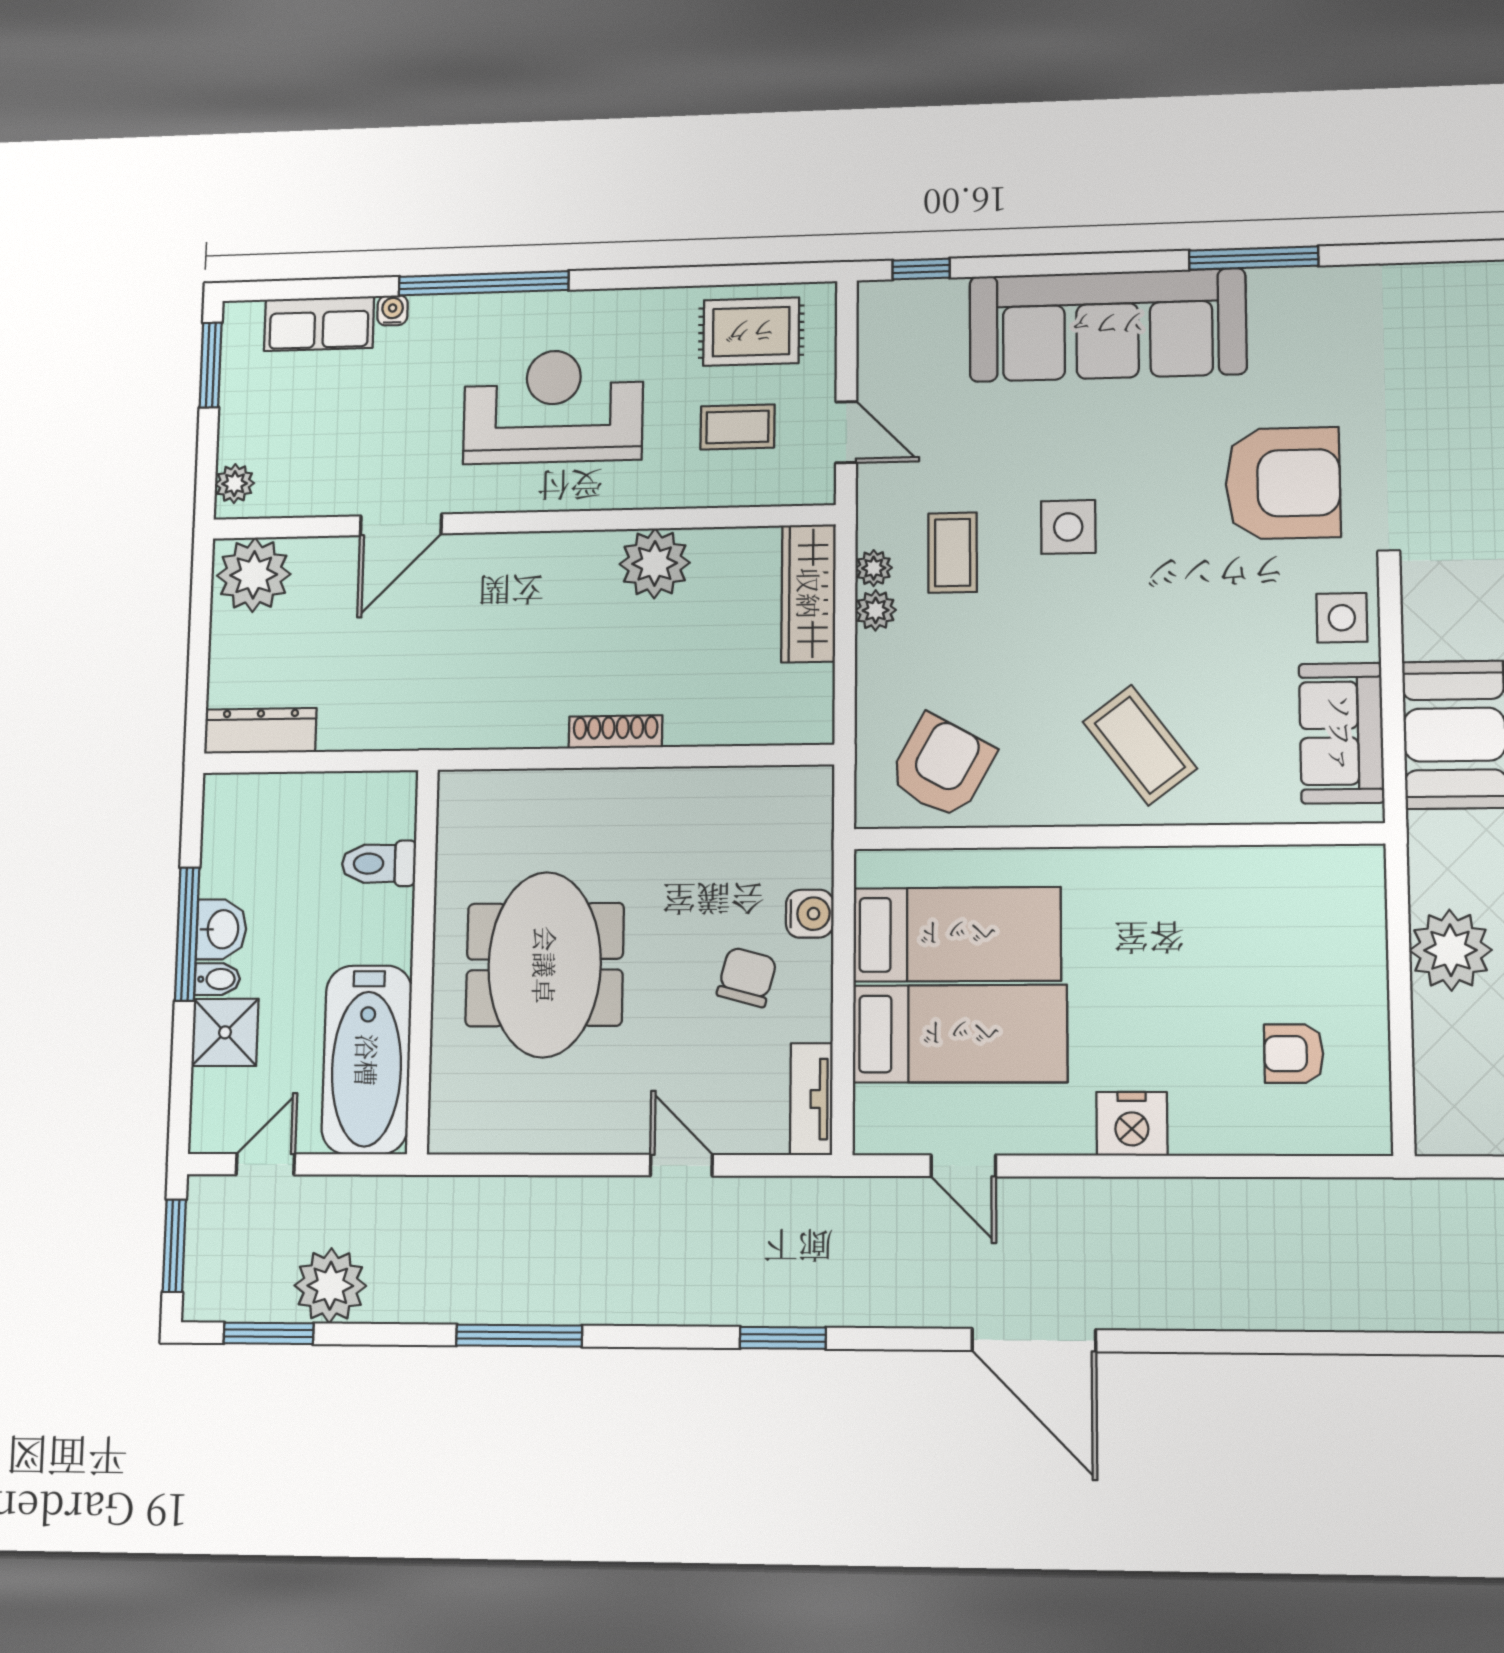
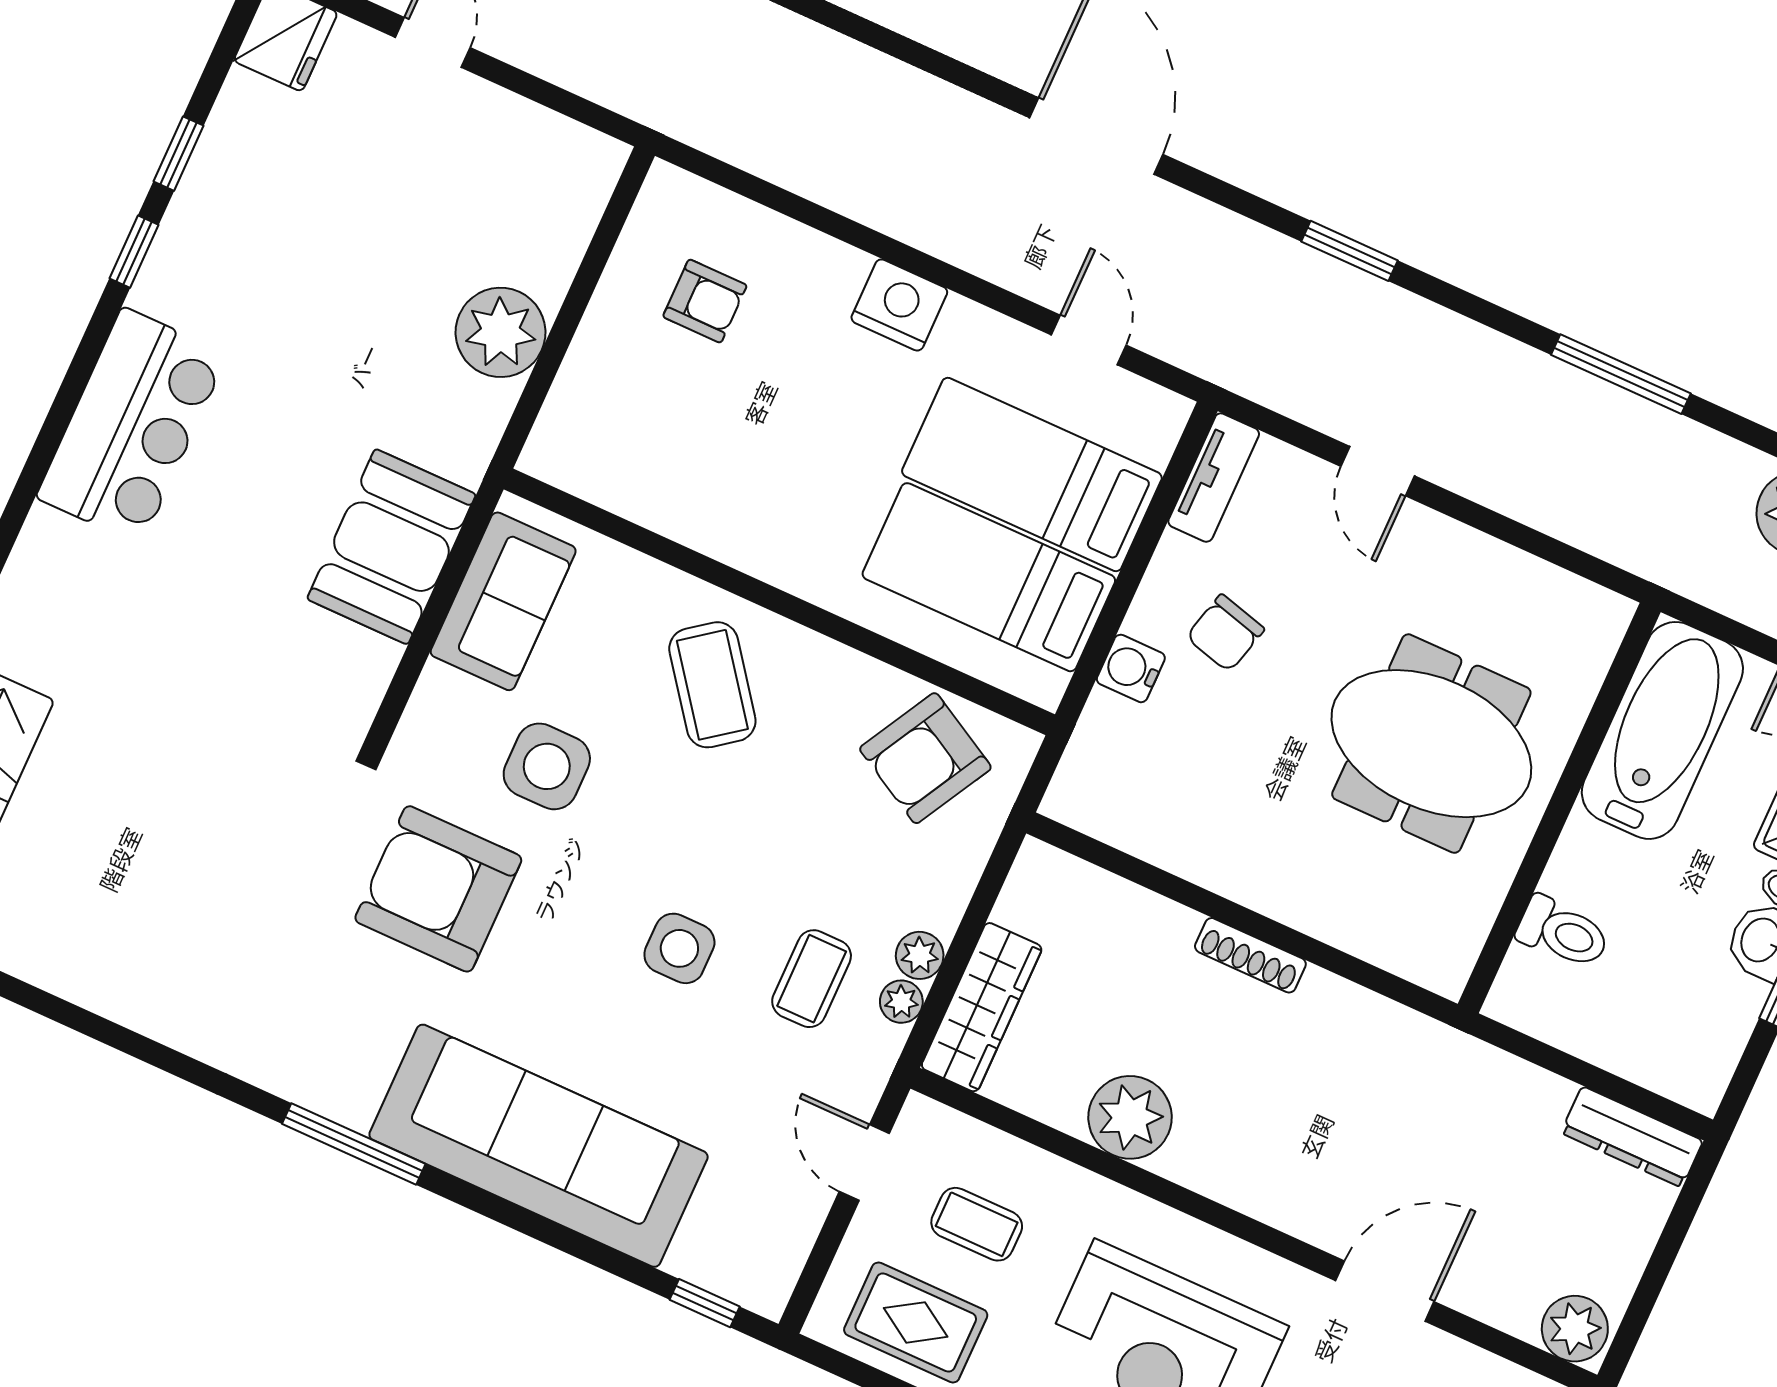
plant: (254, 575) -> (1575, 1329), width x0.73, depth x0.73
side table: (1342, 618) -> (547, 766), moved, width x1.37, depth x1.37
meeting table: (545, 965) -> (1431, 744), turned 90

